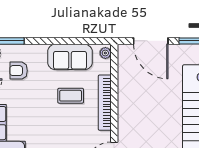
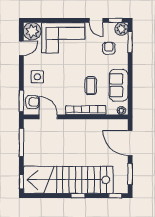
door: (151, 41) -> (130, 143), hinge flipped

